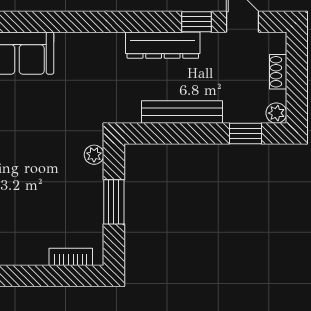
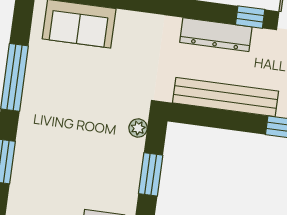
bench: (182, 112) -> (226, 97), width x1.37, depth x1.21

